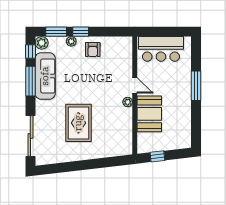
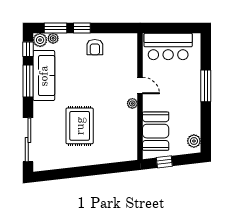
plant: (71, 41) -> (53, 38), moved
booth: (149, 114) -> (156, 131), moved
plant: (185, 137) -> (194, 141), added

